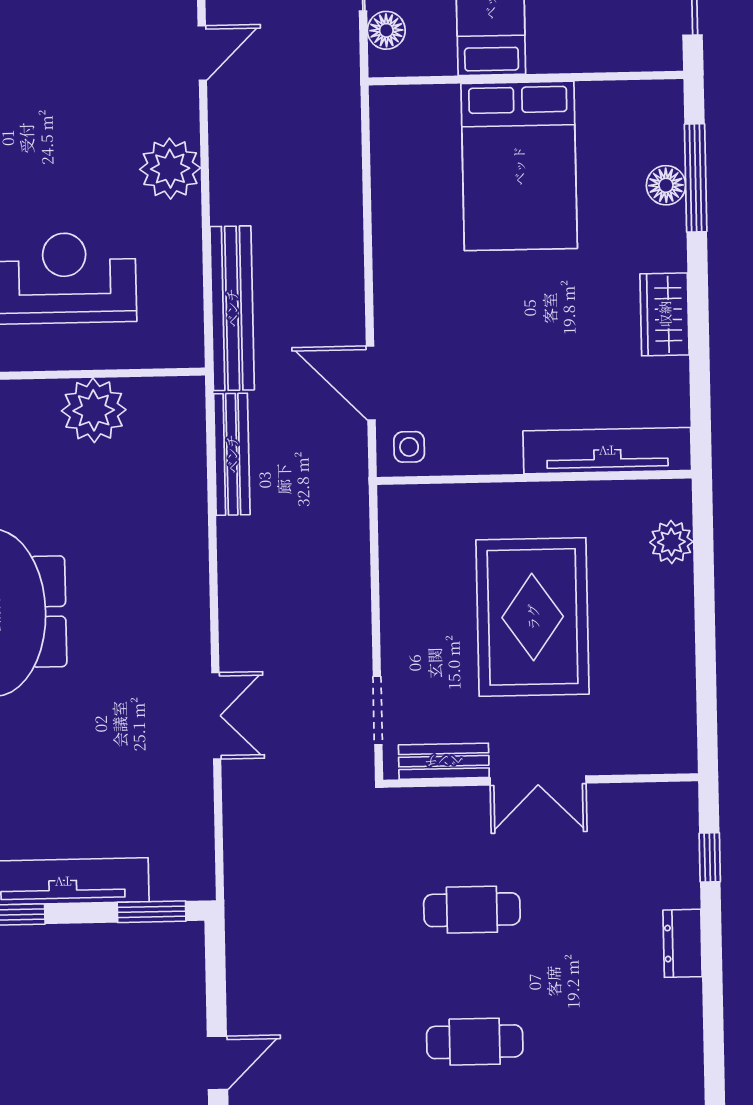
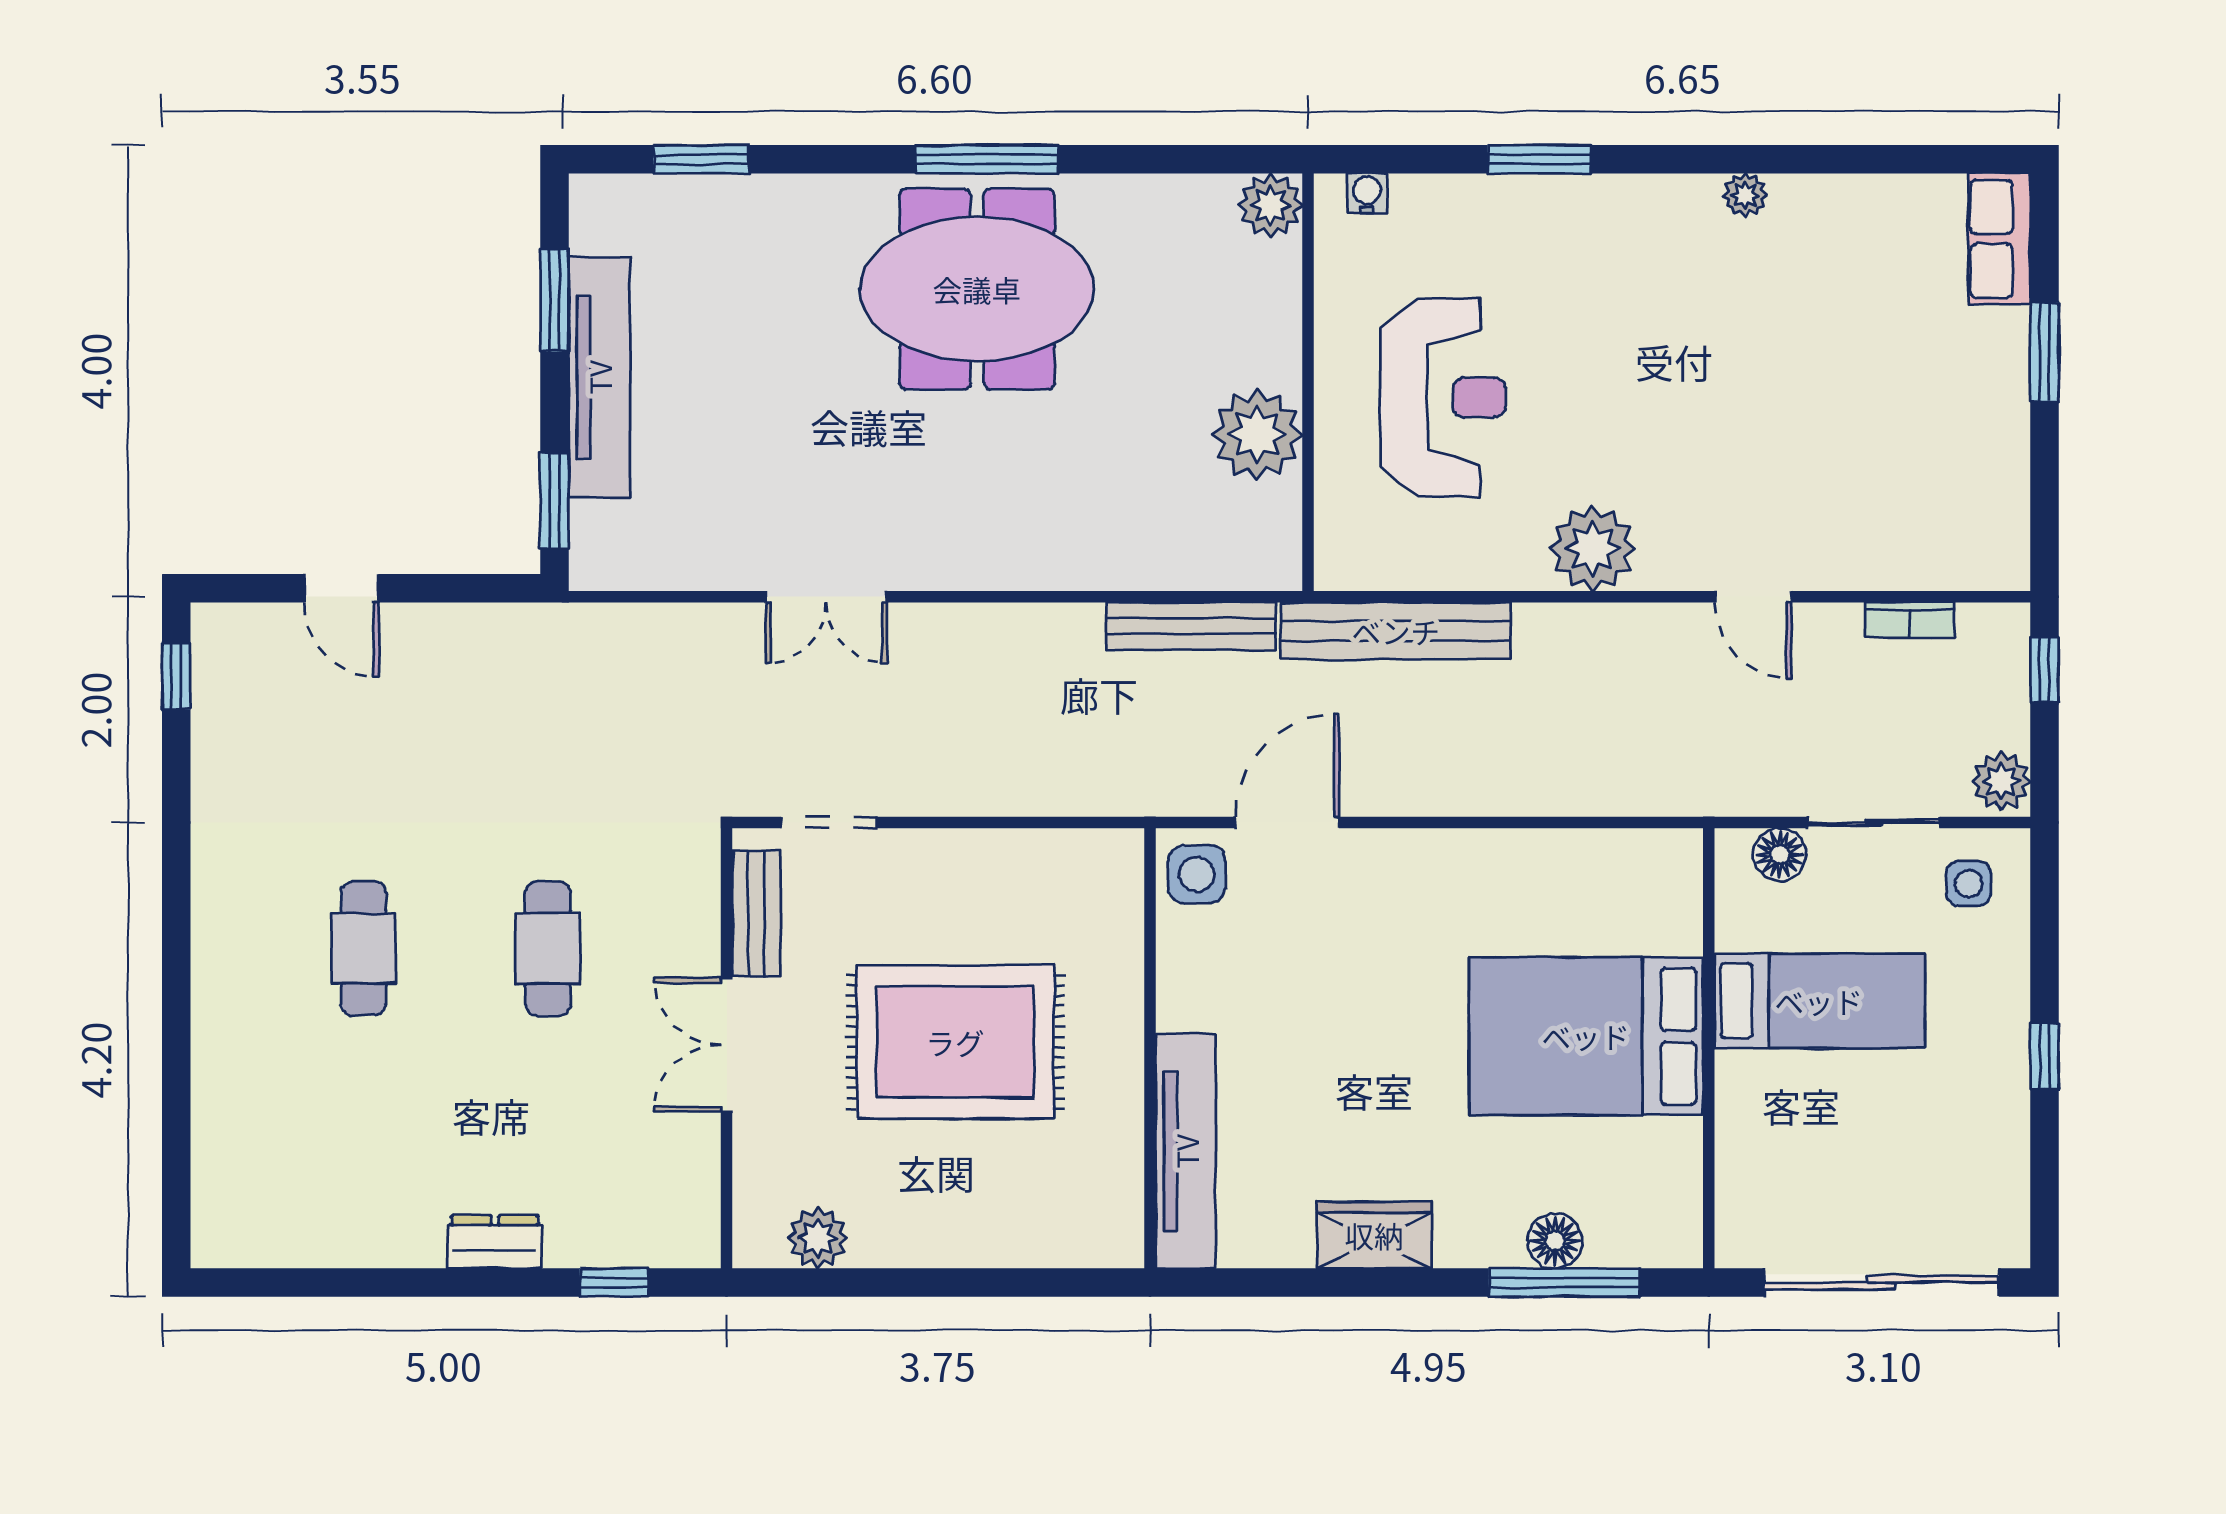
side table: (409, 447) -> (1197, 874), width x1.37, depth x1.37
plant: (671, 542) -> (818, 1238), moved

